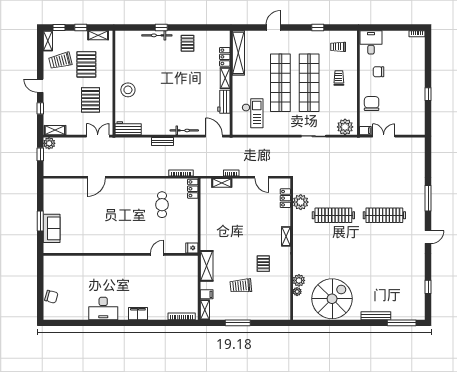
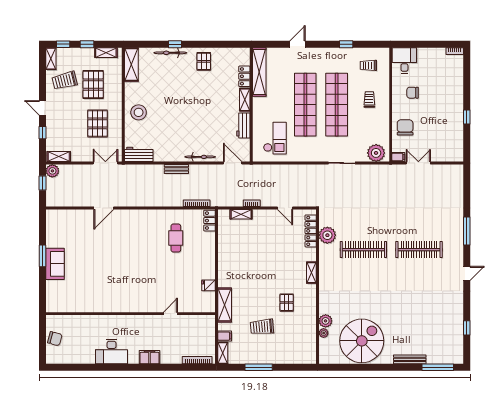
shelving: (121, 46) -> (131, 64), added
locker: (285, 198) -> (311, 231), width x1.53
wall: (121, 254) -> (131, 314), moved
door: (157, 254) -> (170, 314), moved

